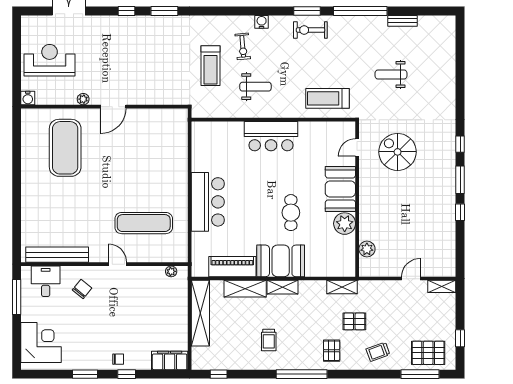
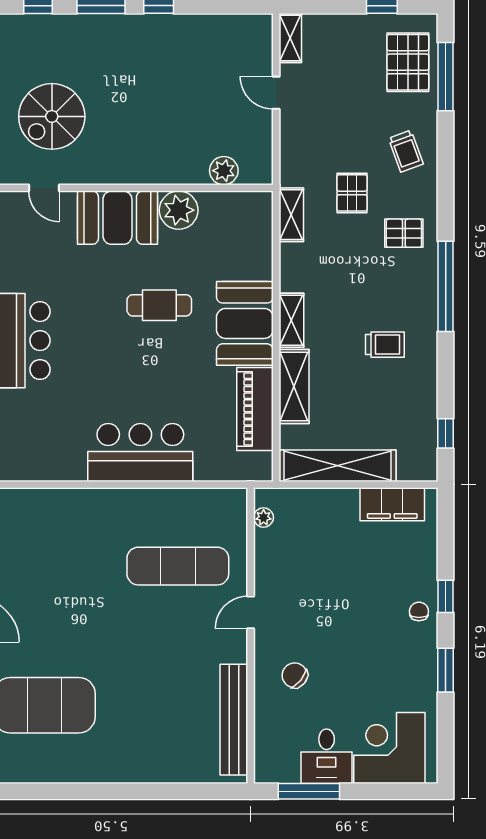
exercise mat: (144, 223) -> (178, 566), turned 90
desk: (46, 281) -> (327, 756), moved, turned -90
filing cabinet: (170, 361) -> (392, 504), moved, turned -90

